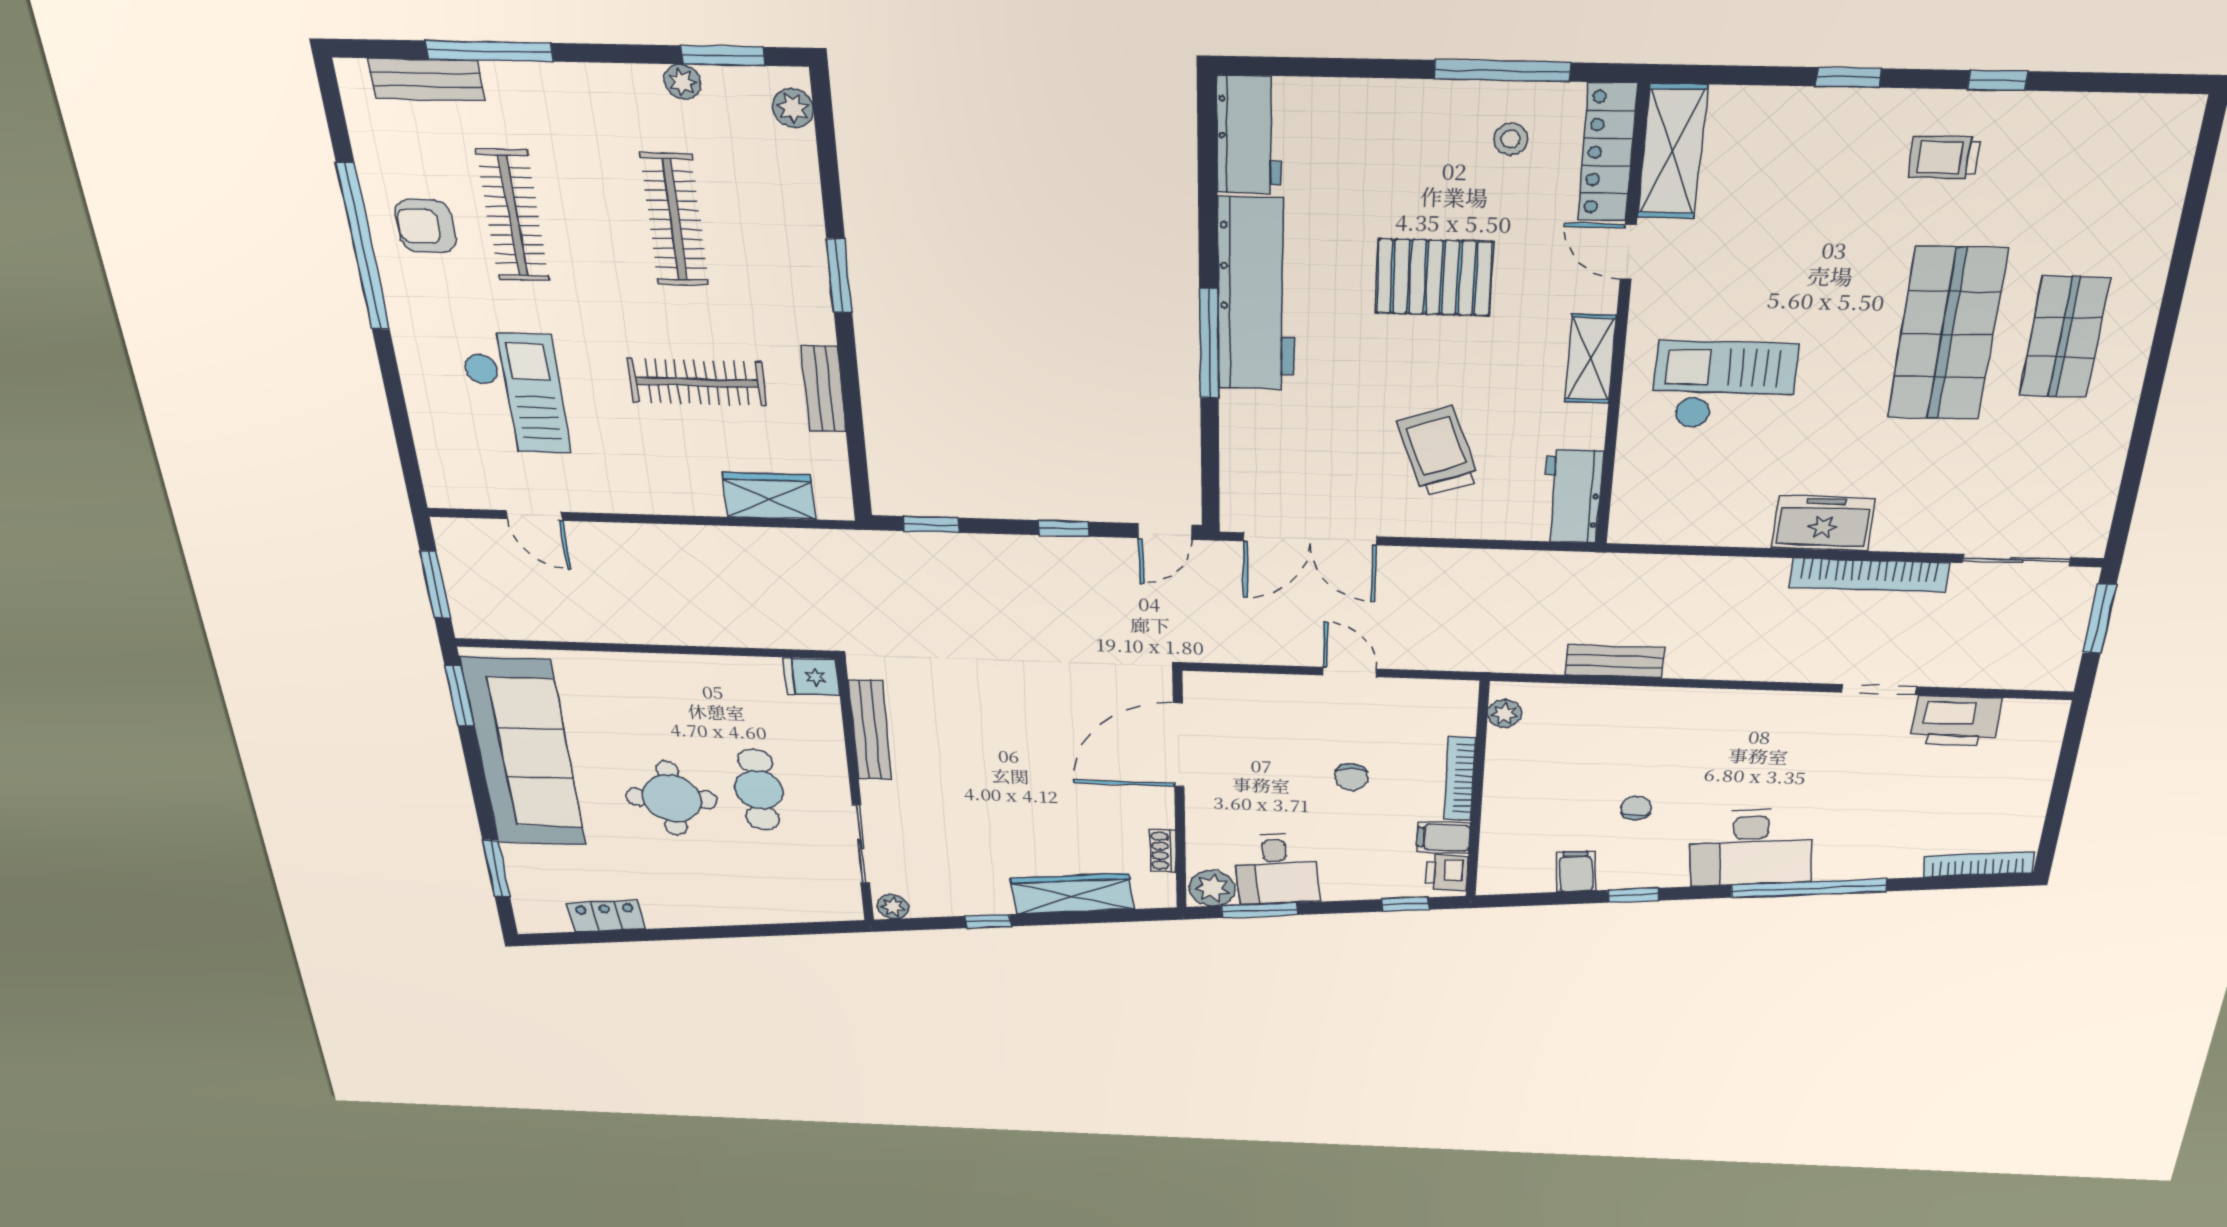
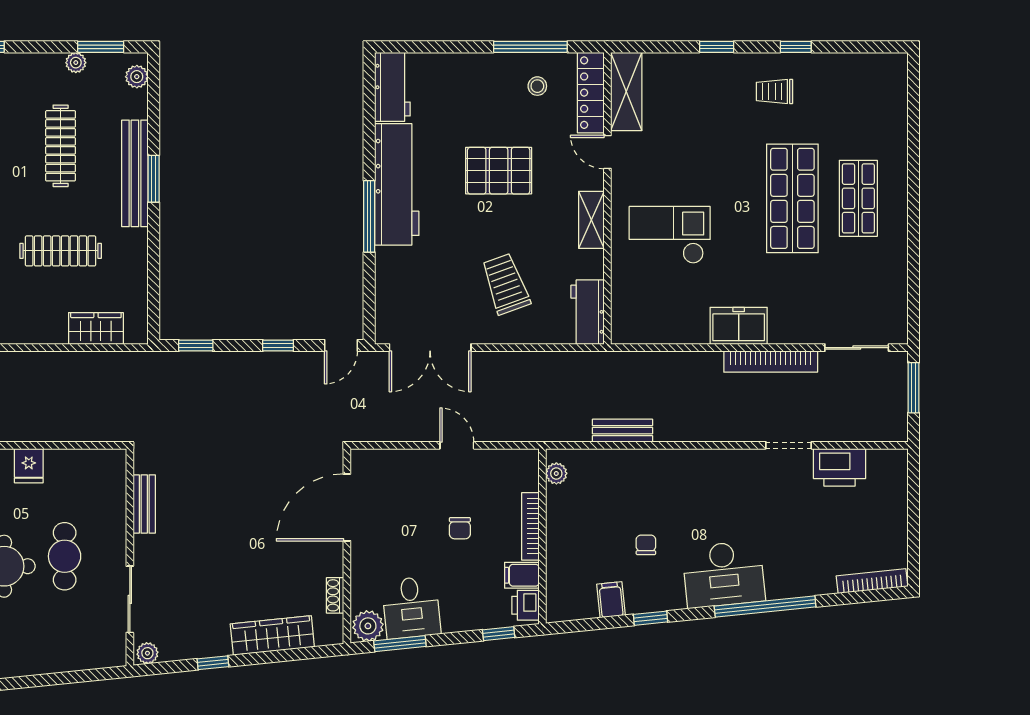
bench: (824, 389) -> (135, 173), moved, width x1.86, depth x1.21
fridge: (812, 677) -> (29, 466), moved, turned -90
bench: (870, 730) -> (144, 504), width x0.73

